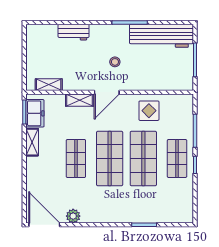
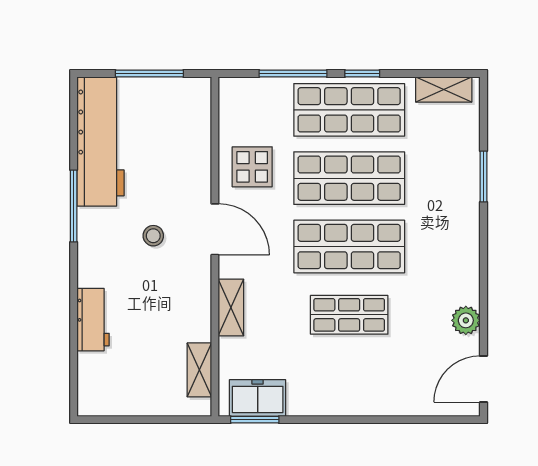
door: (107, 92) -> (215, 229), moved
shelving: (32, 142) -> (444, 89), moved
shop shelf: (177, 158) -> (349, 110), width x1.43, depth x1.36
door: (44, 225) -> (483, 379), width x0.73

